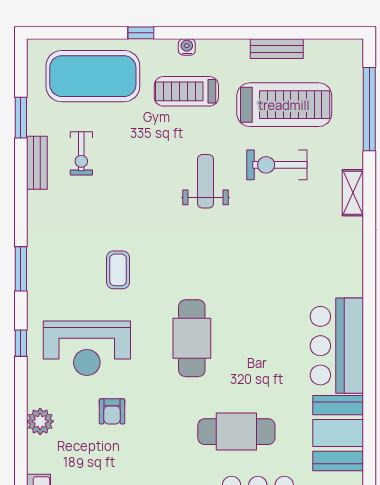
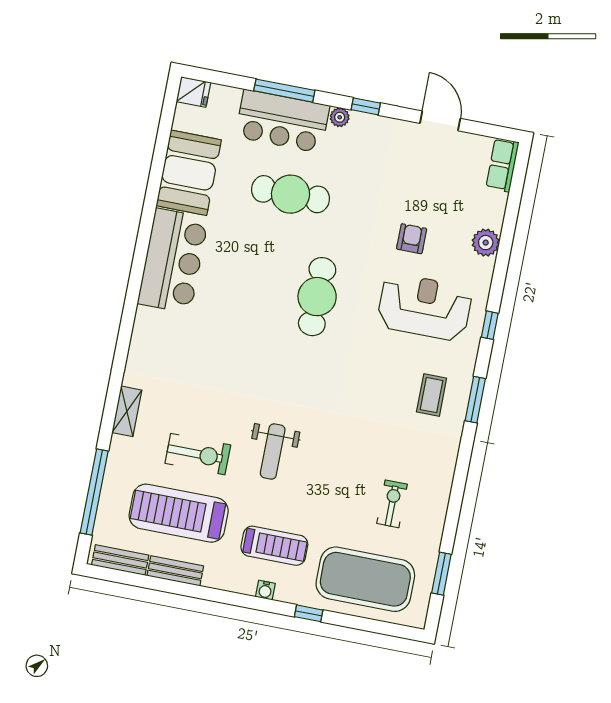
window: (21, 118) -> (441, 574), moved
bench: (37, 163) -> (120, 560), moved, turned 90
coffee table: (118, 270) -> (432, 395), moved

